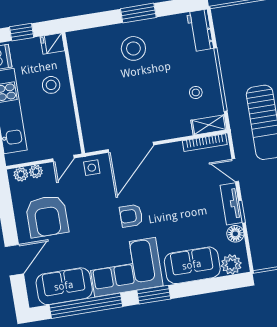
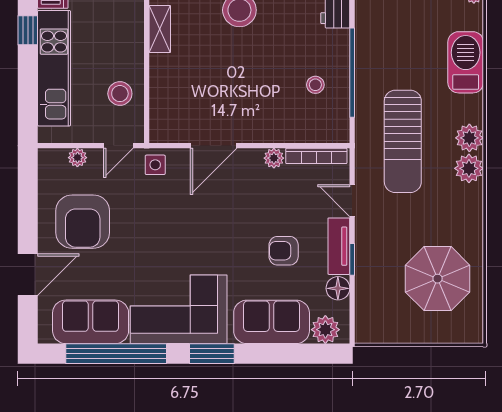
stool: (51, 85) -> (120, 94), moved
shelving: (209, 125) -> (160, 29), moved, turned 90
door: (131, 147) -> (214, 146), width x0.73
plant: (21, 174) -> (274, 158), moved
armchair: (131, 216) -> (284, 251), moved

